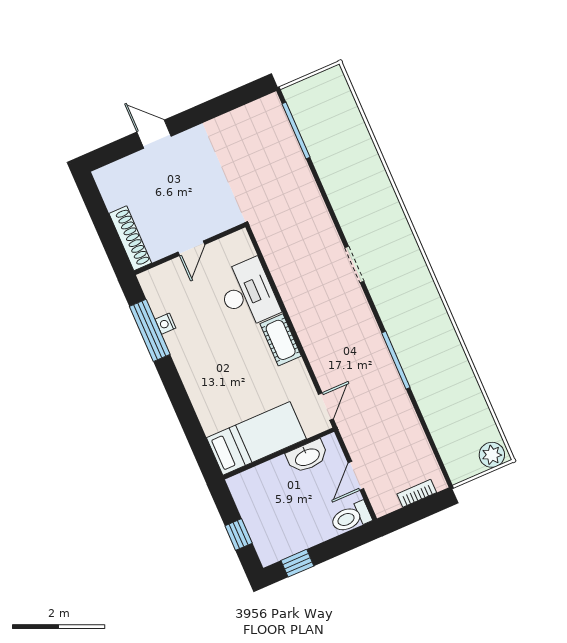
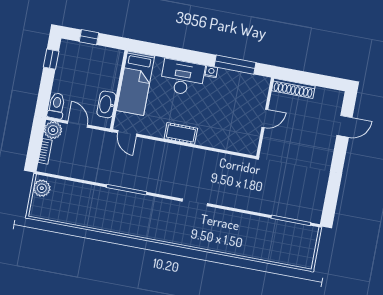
door: (154, 134) -> (345, 126), moved
door: (191, 248) -> (265, 118), swing flipped
desk: (248, 293) -> (182, 78), moved, turned 180
nightstand: (165, 324) -> (211, 72), moved
plant: (492, 455) -> (42, 188), moved
plant: (384, 501) -> (53, 130), added

